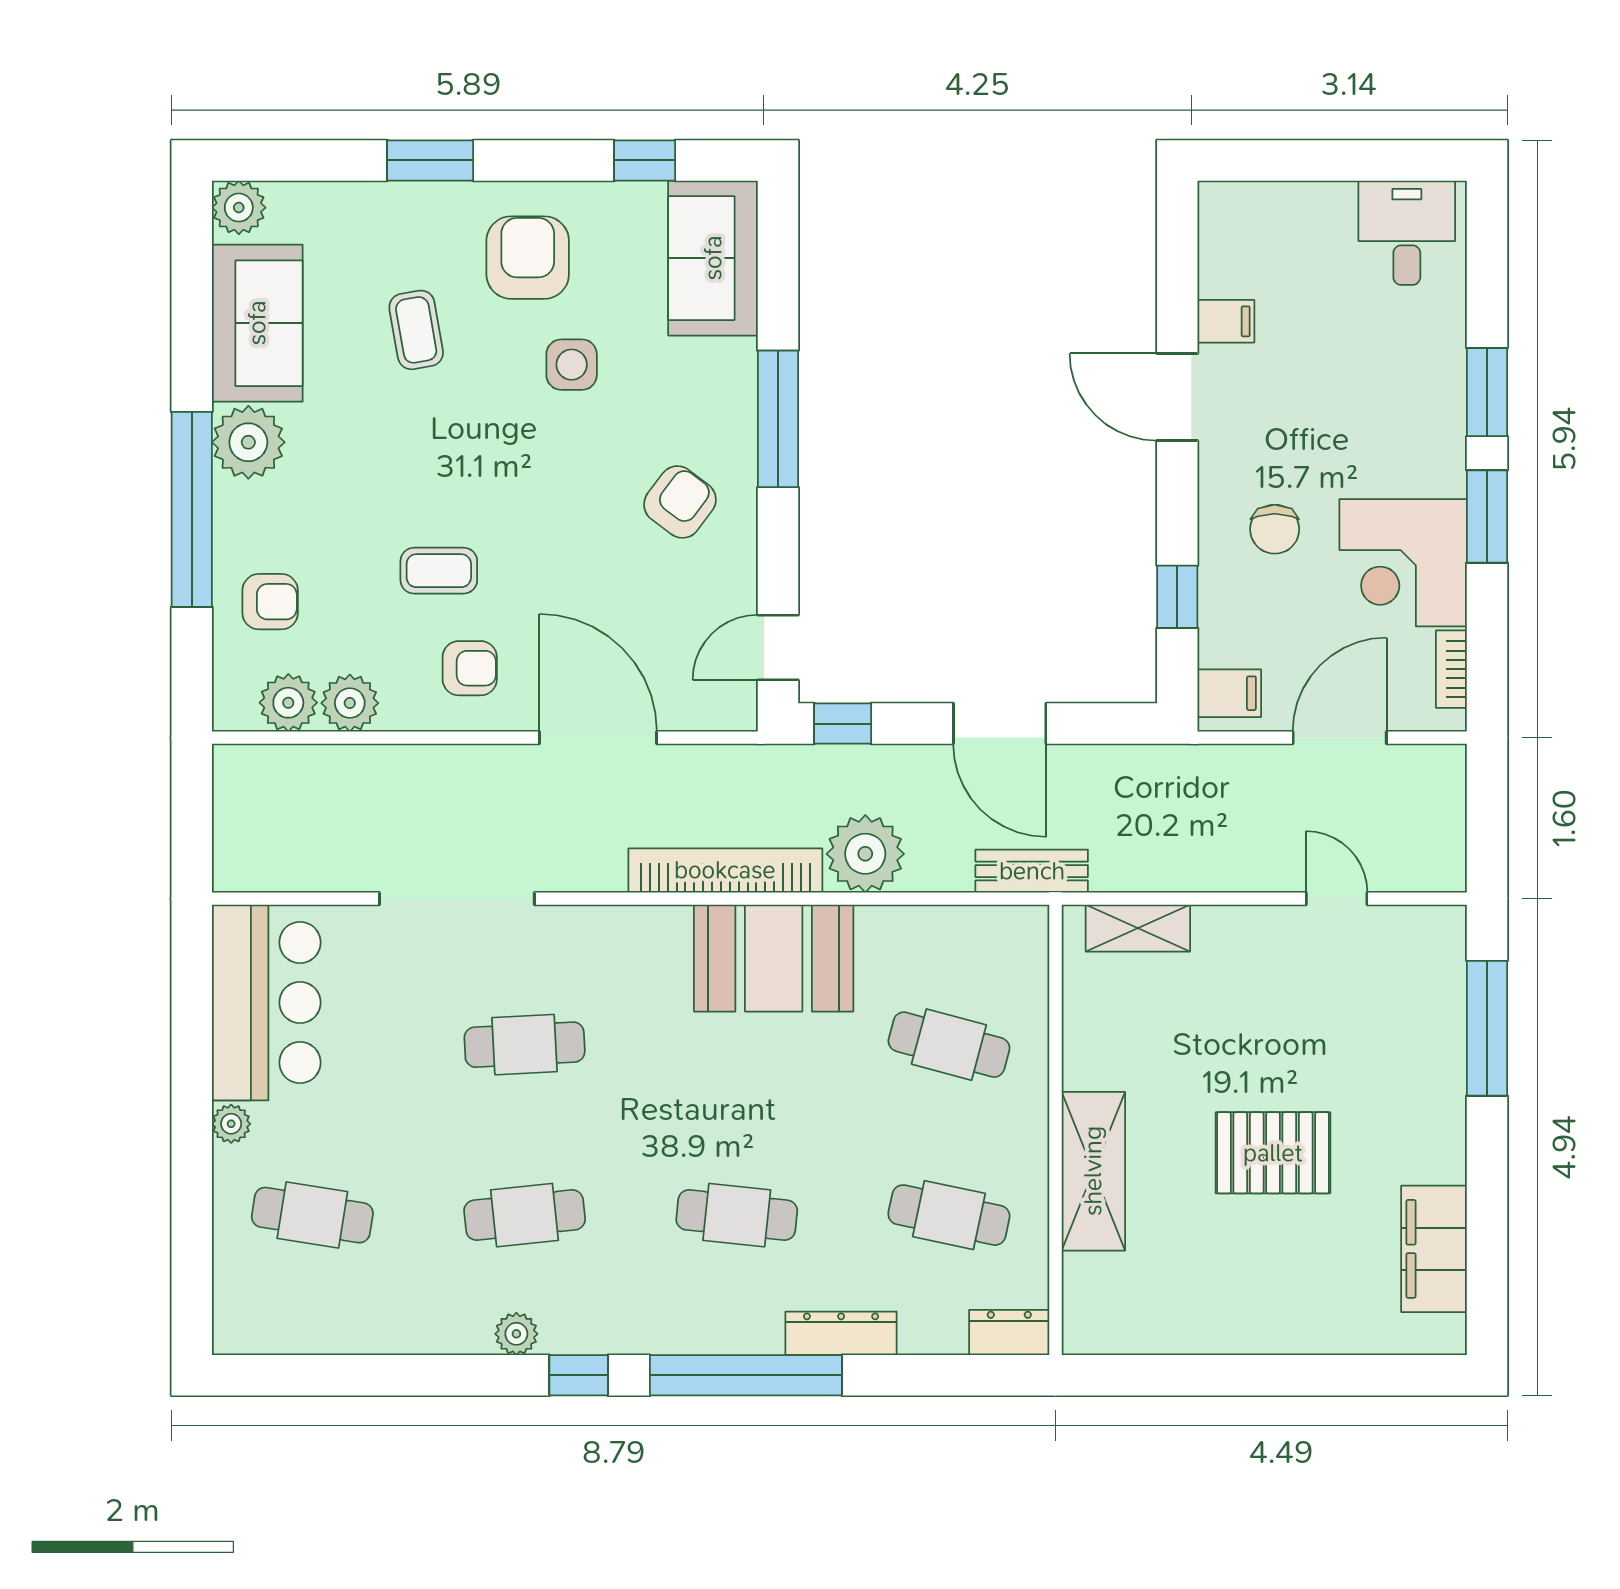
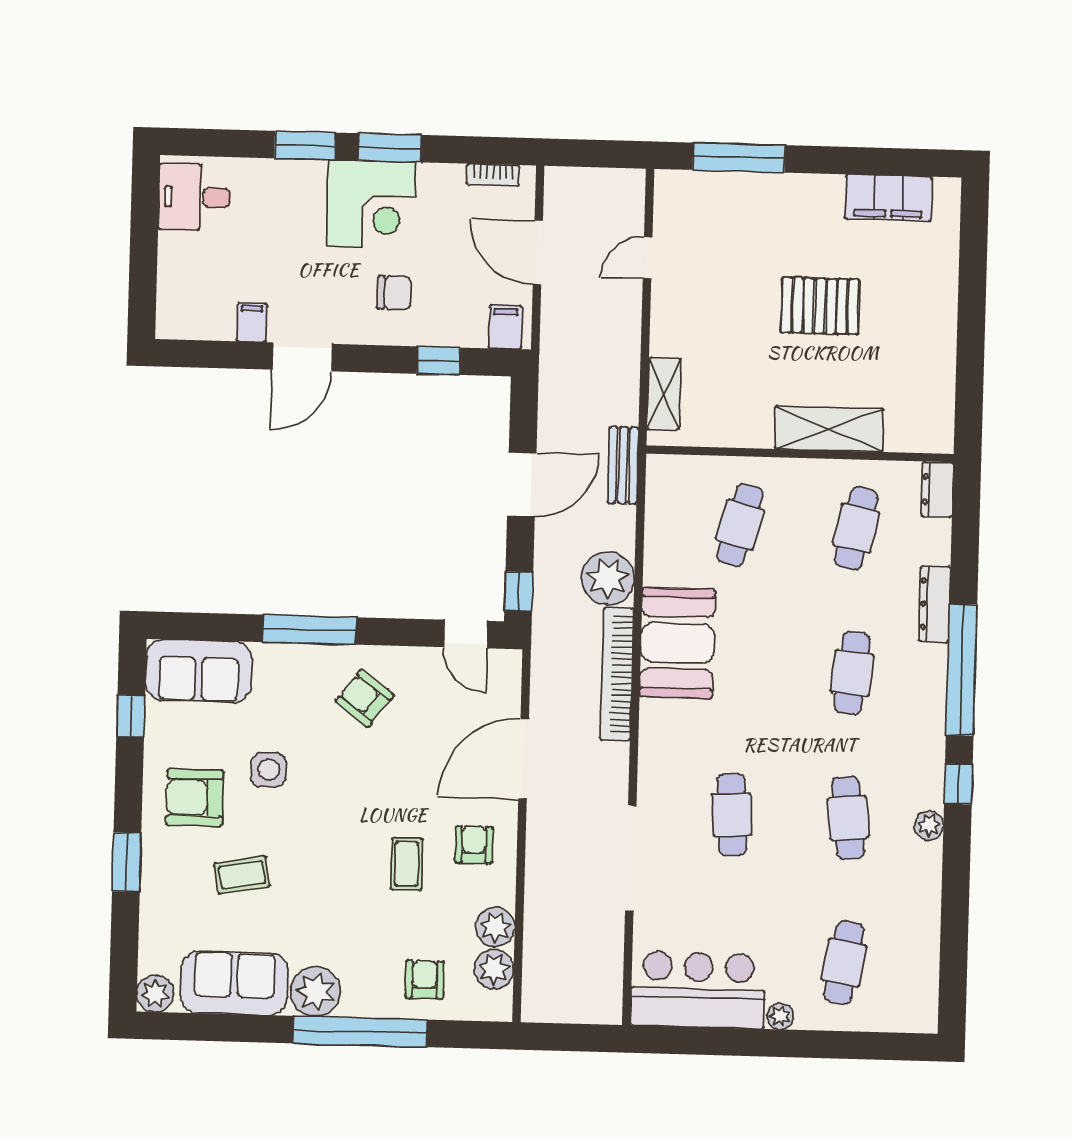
corner desk: (1403, 563) -> (371, 205), moved
pallet: (1273, 1153) -> (820, 306), turned 90

